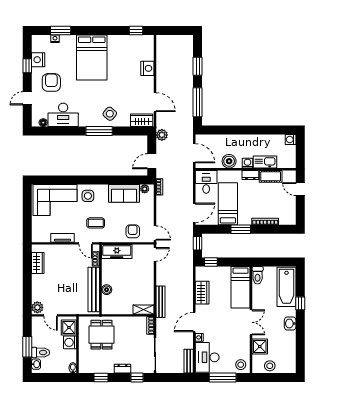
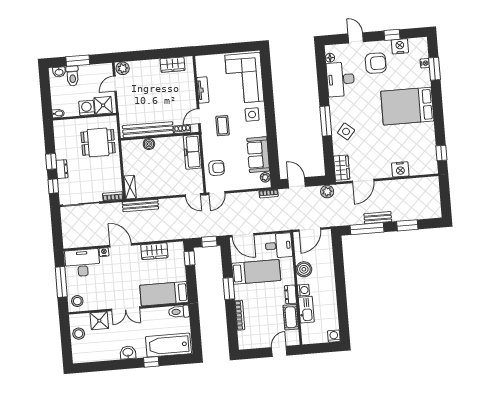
bench: (189, 361) -> (378, 218), moved
window: (101, 378) -> (51, 161), moved

